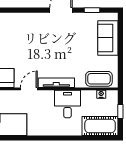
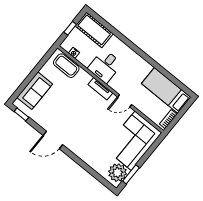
window: (92, 10) -> (21, 114), moved
tv unit: (56, 83) -> (100, 89), width x0.71

